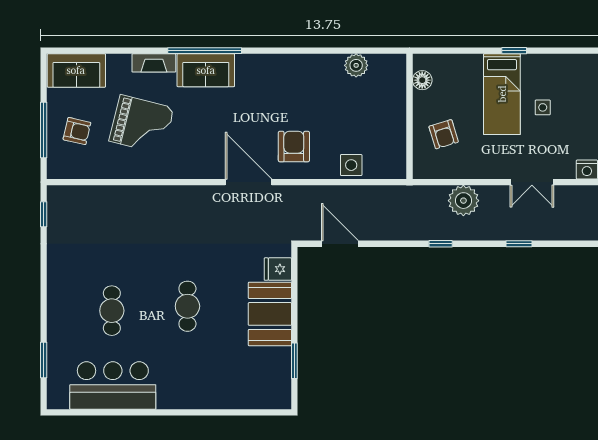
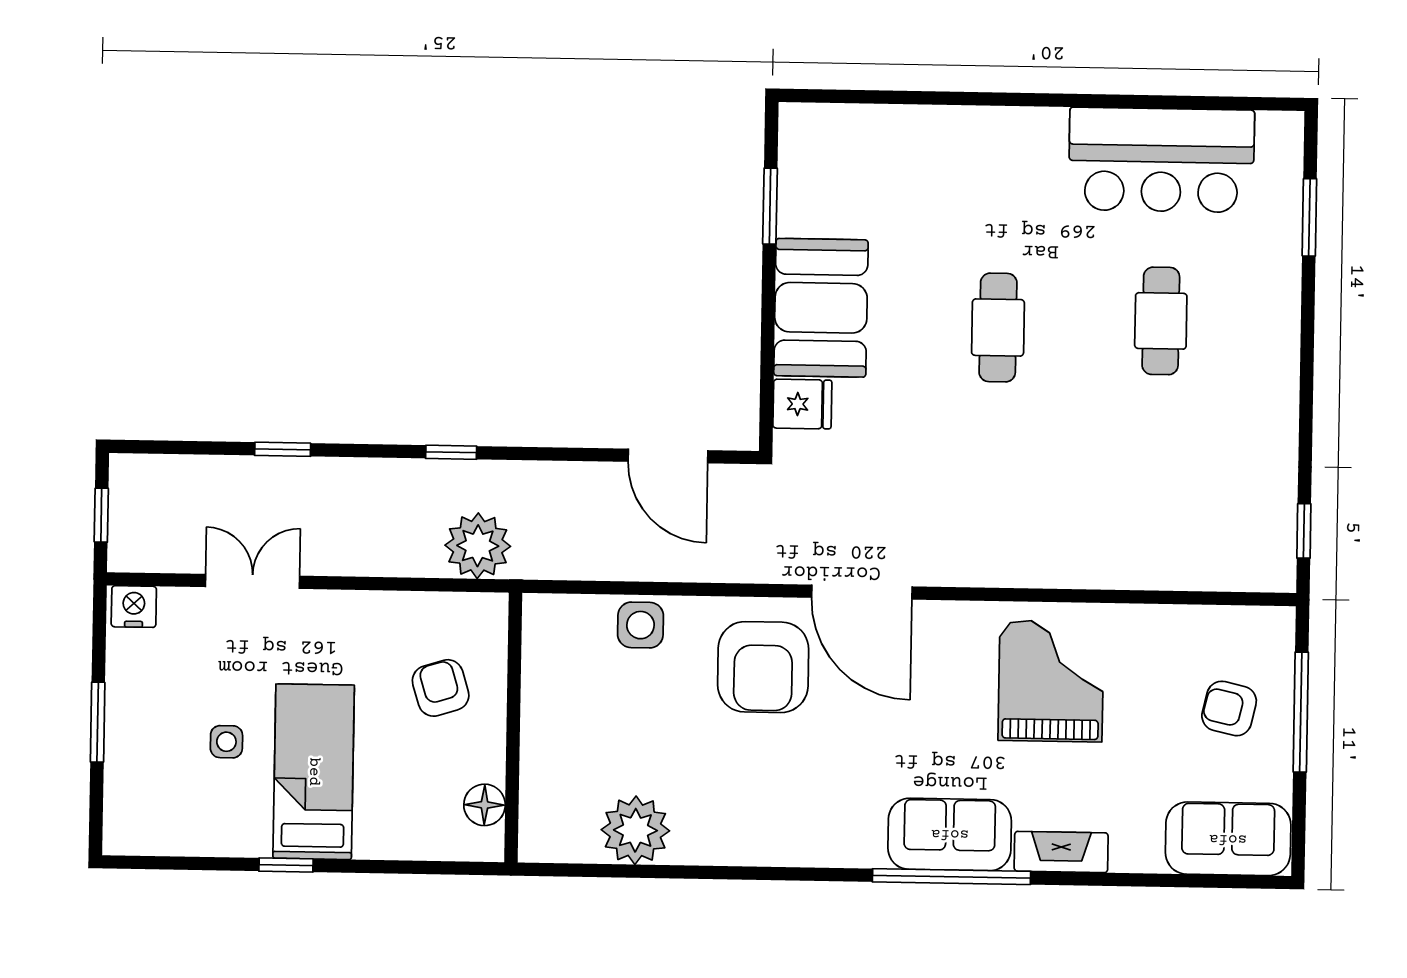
plant: (356, 65) -> (635, 830), width x1.36, depth x1.36
grand piano: (142, 124) -> (1051, 681), moved, turned 76
armchair: (294, 147) -> (763, 667), width x1.36, depth x1.36
plant: (463, 201) -> (478, 546), moved

